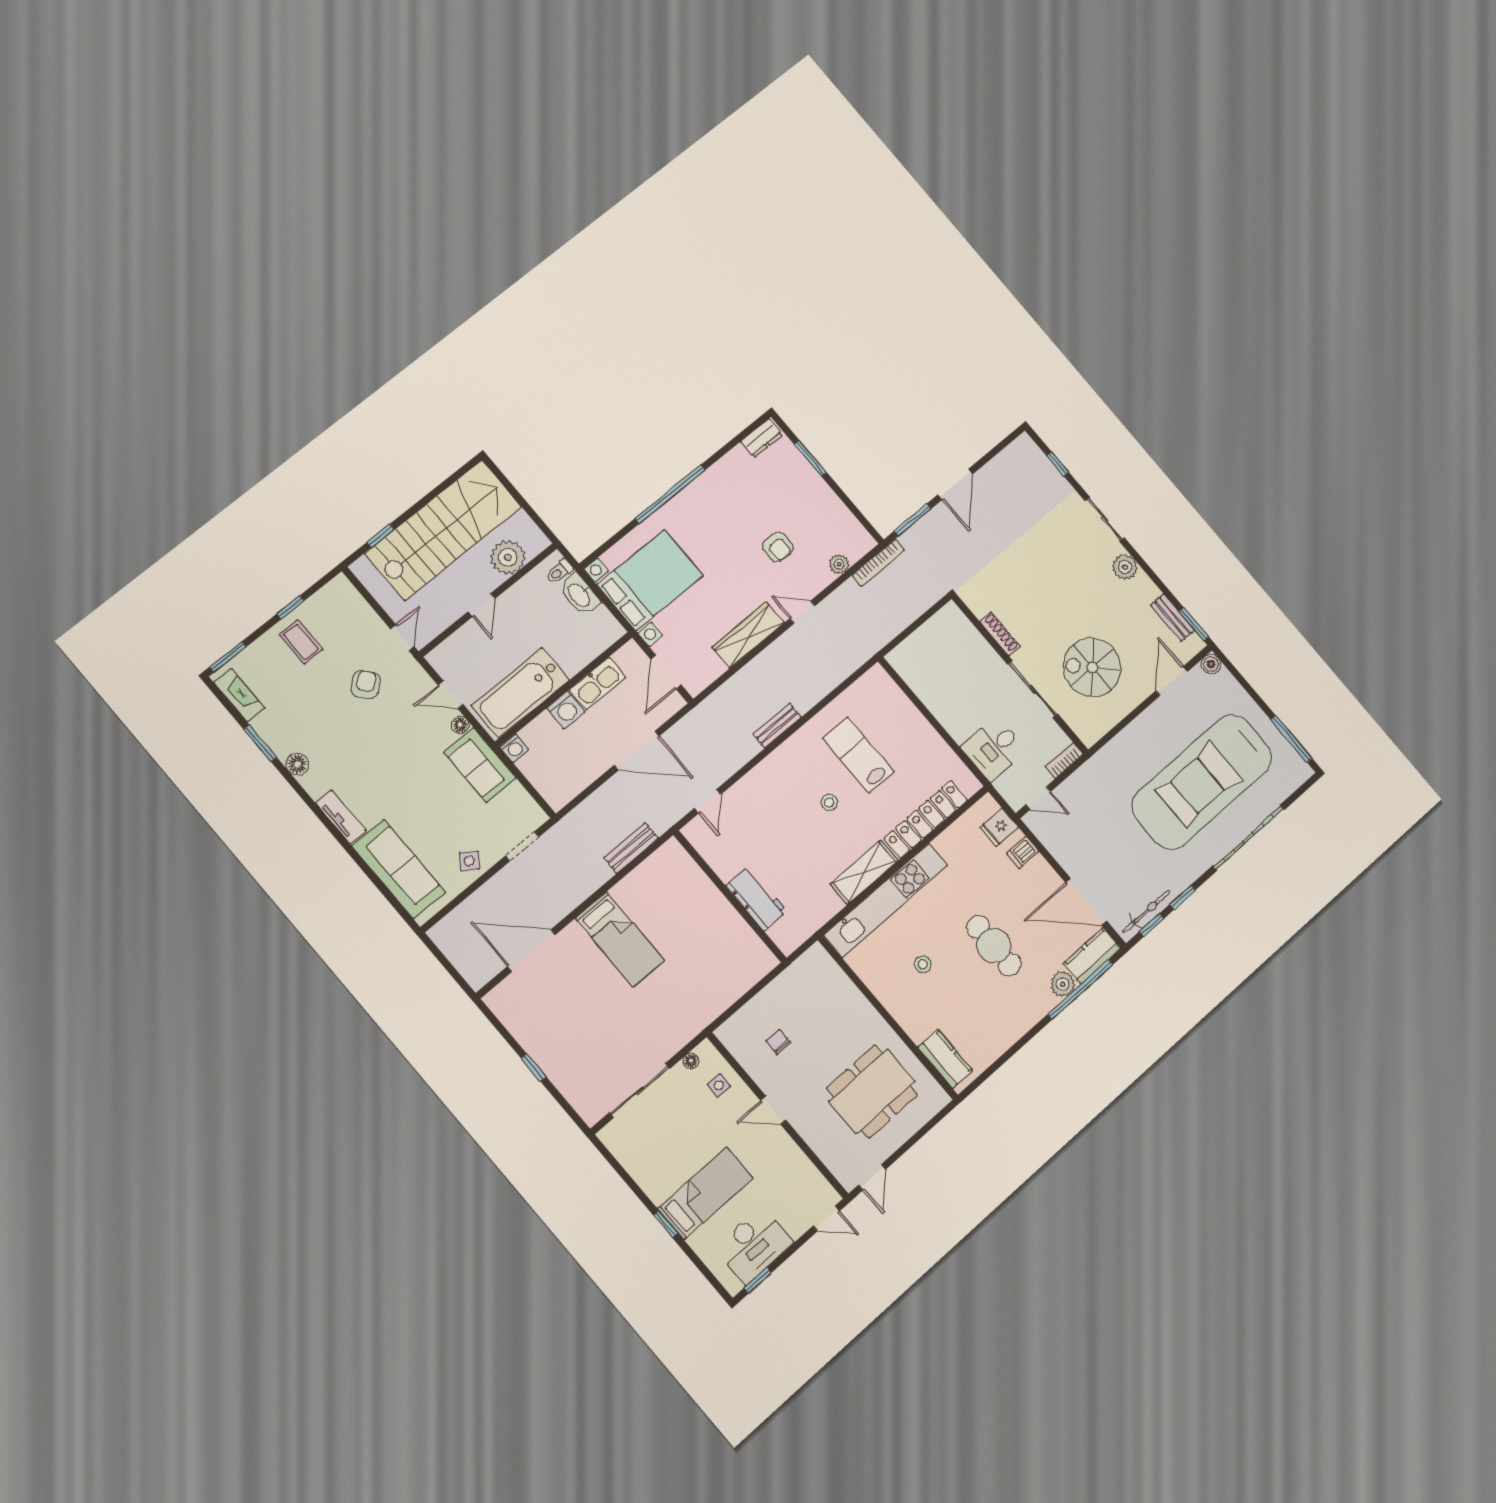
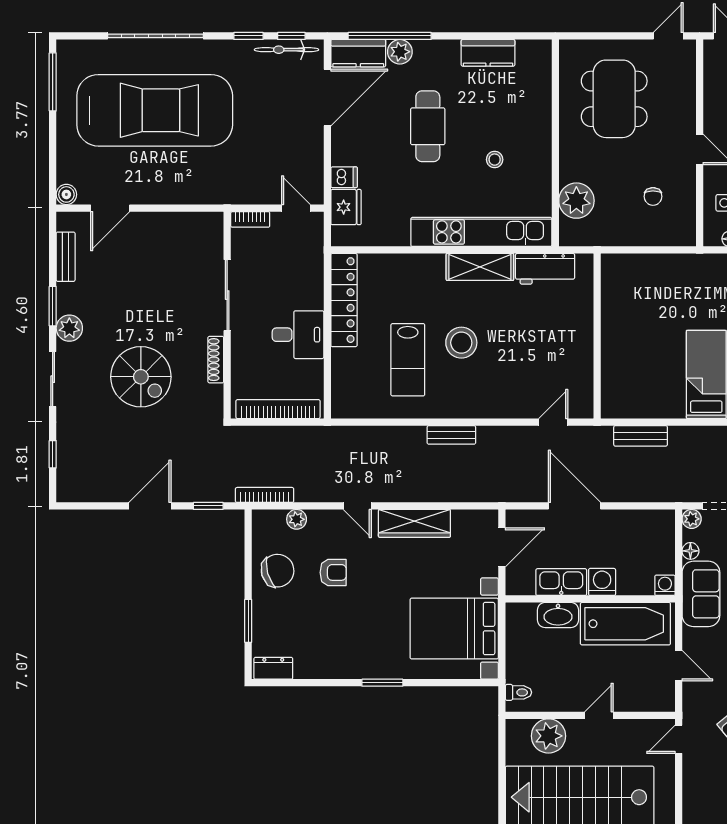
window: (670, 494) -> (382, 683), width x0.47
chair: (821, 514) -> (278, 571), added
window: (913, 520) -> (208, 506), width x0.67
armchair: (778, 547) -> (333, 572), turned 90
washbasin: (579, 595) -> (558, 615), moved, turned 90
window: (1194, 624) -> (53, 306), moved
bookcase: (923, 635) -> (278, 409), added
spiral stairs: (1092, 667) -> (141, 377), moved
floor lamp: (460, 725) -> (690, 551), moved
desk: (994, 749) -> (298, 335), moved
stool: (829, 802) -> (461, 343), width x1.89, depth x1.89
plant: (536, 817) -> (692, 519), added
locker: (926, 819) -> (344, 300), moved, turned -90
fridge: (999, 827) -> (346, 207), width x1.38
workbench: (757, 898) -> (545, 269), moved, turned -90
door: (1086, 902) -> (327, 97), hinge flipped
plant: (834, 987) -> (576, 201), added
kitchen counter: (945, 1059) -> (488, 53), moved, turned -90
dining table: (872, 1091) -> (614, 99), turned 90

